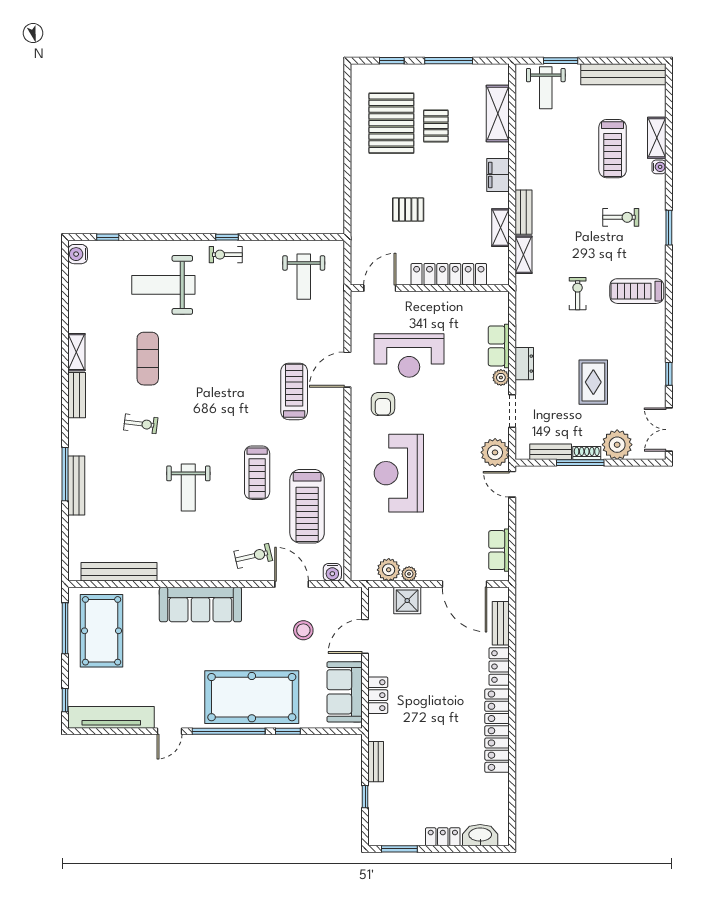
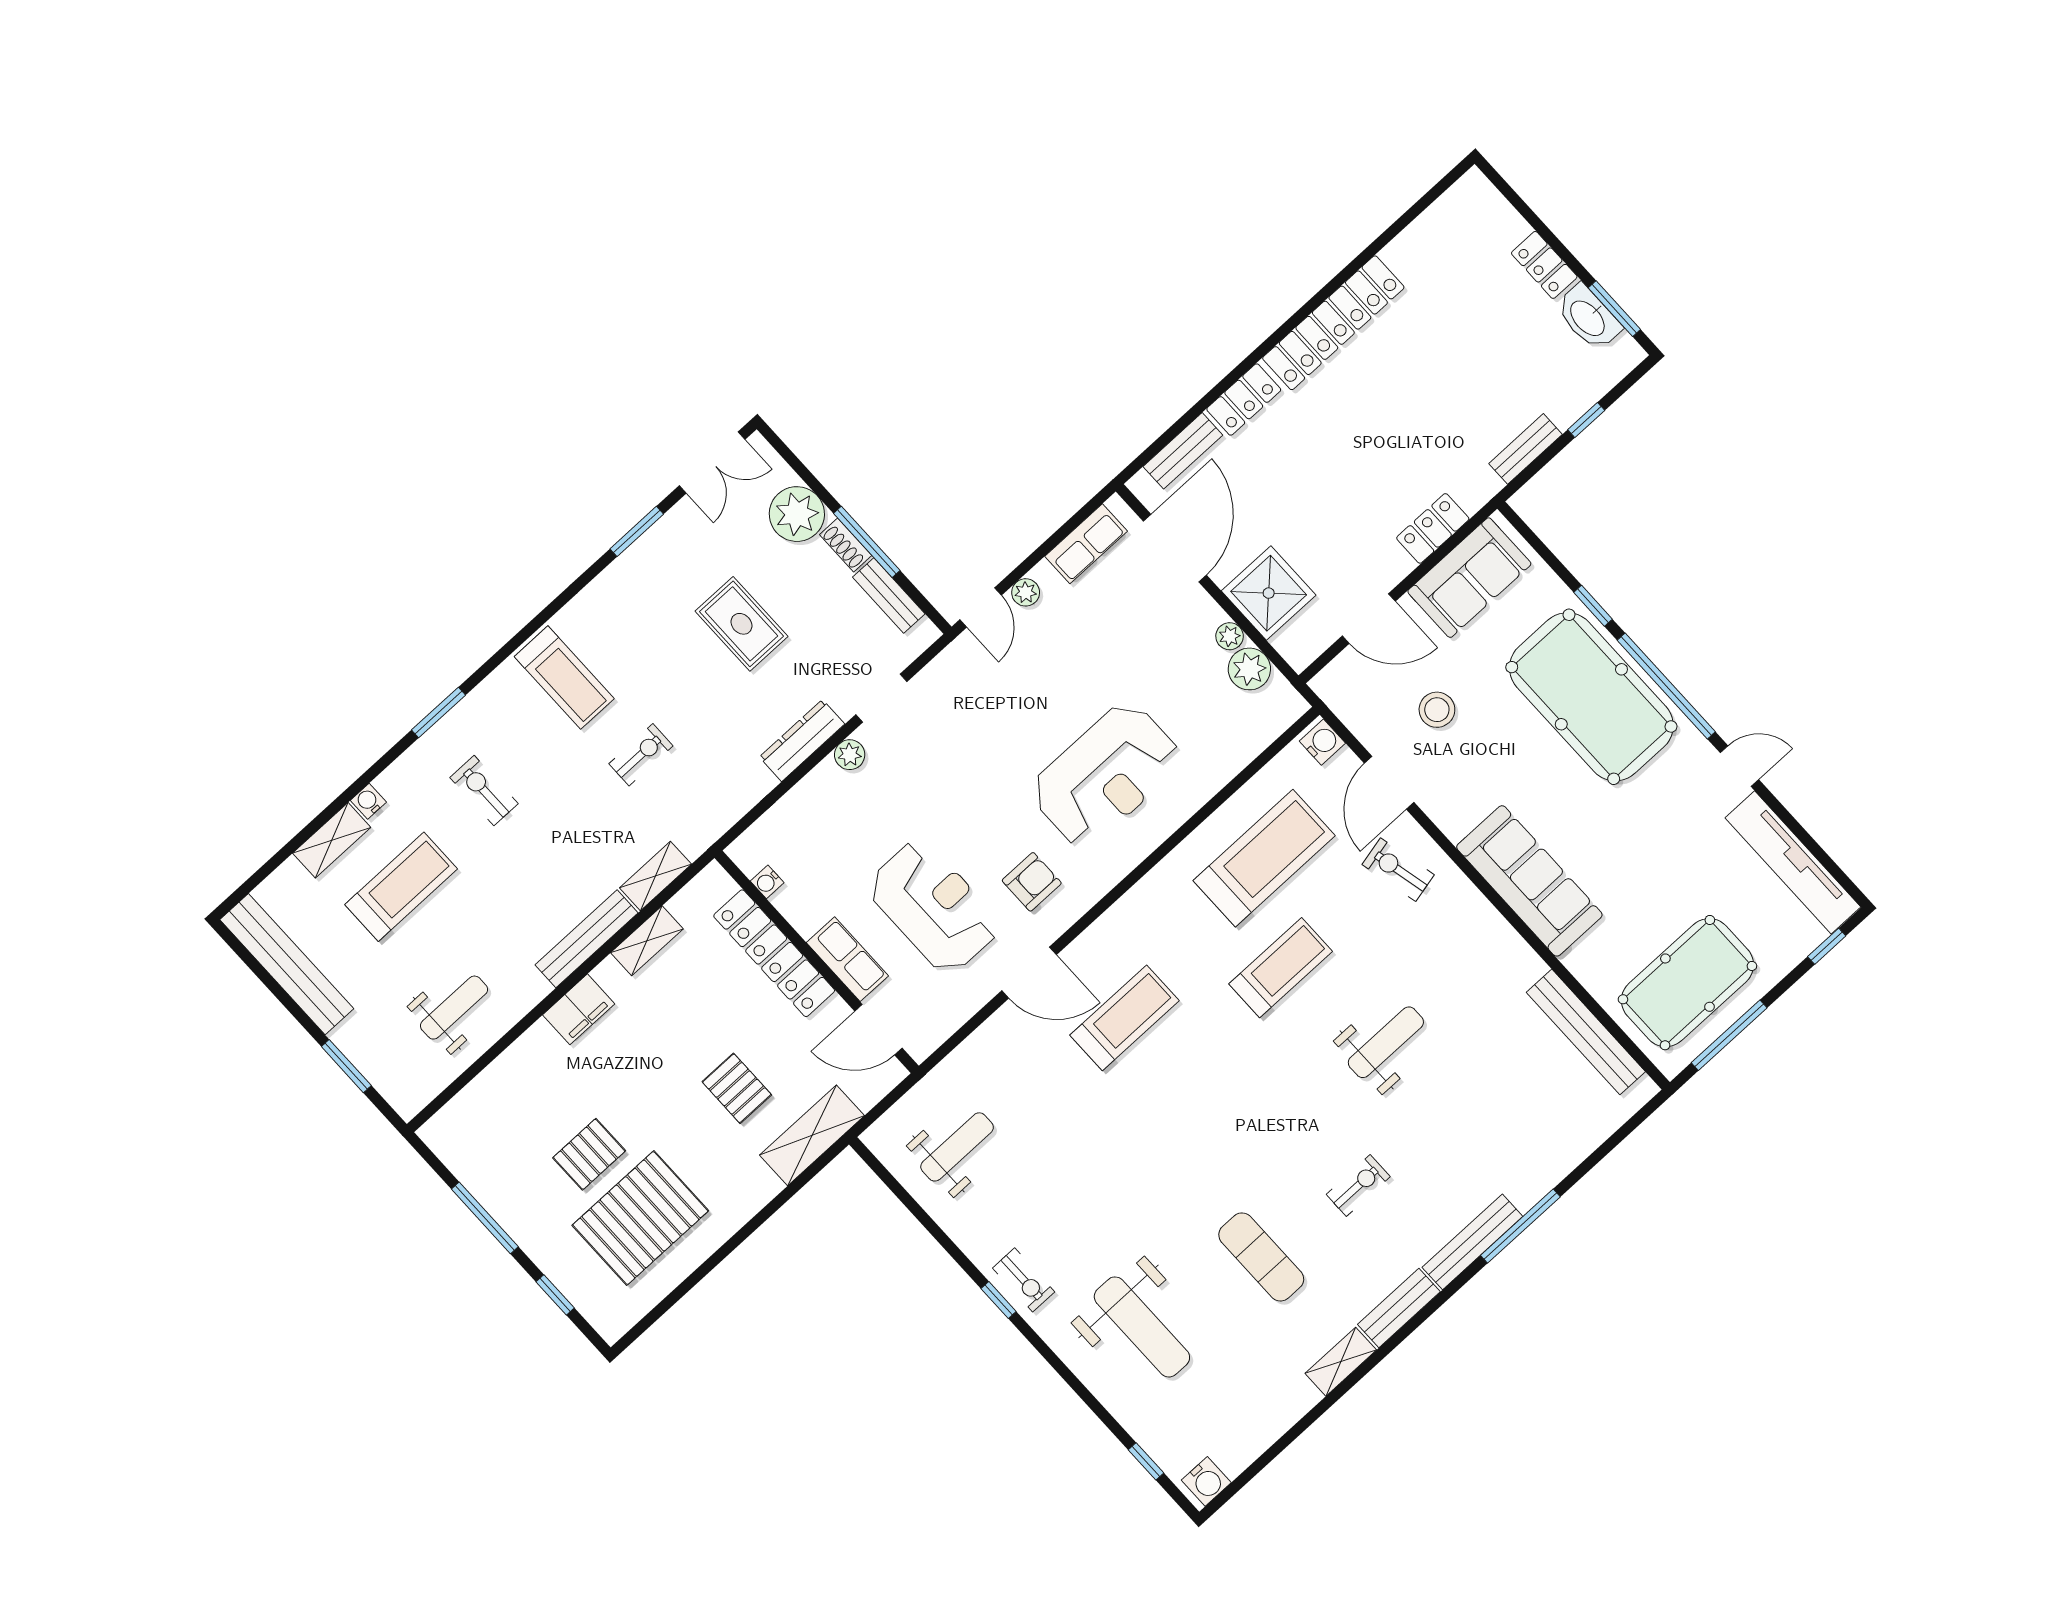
weight bench: (546, 88) -> (454, 1008), moved
shelving: (498, 114) -> (812, 1135), moved
bench: (524, 212) -> (587, 939), width x1.36
exercise bike: (578, 294) -> (641, 755), turned 180
water cooler: (480, 298) -> (767, 882), added
row of seats: (499, 346) -> (847, 959), moved, turned -90
exercise mat: (148, 359) -> (1261, 1257), turned 90
dresser: (524, 364) -> (802, 740), width x1.44
window: (669, 374) -> (637, 531), width x1.50
rug: (593, 382) -> (741, 624), turned 90
treadmill: (294, 391) -> (1124, 1018), turned 180
exercise bike: (141, 424) -> (1358, 1186), turned 83
plant: (495, 452) -> (1026, 592), moved, width x0.53, depth x0.53
bench: (76, 486) -> (1472, 1242), moved
shower: (407, 601) -> (1269, 593), width x1.36, depth x1.36
washbasin: (480, 835) -> (1588, 318), moved

